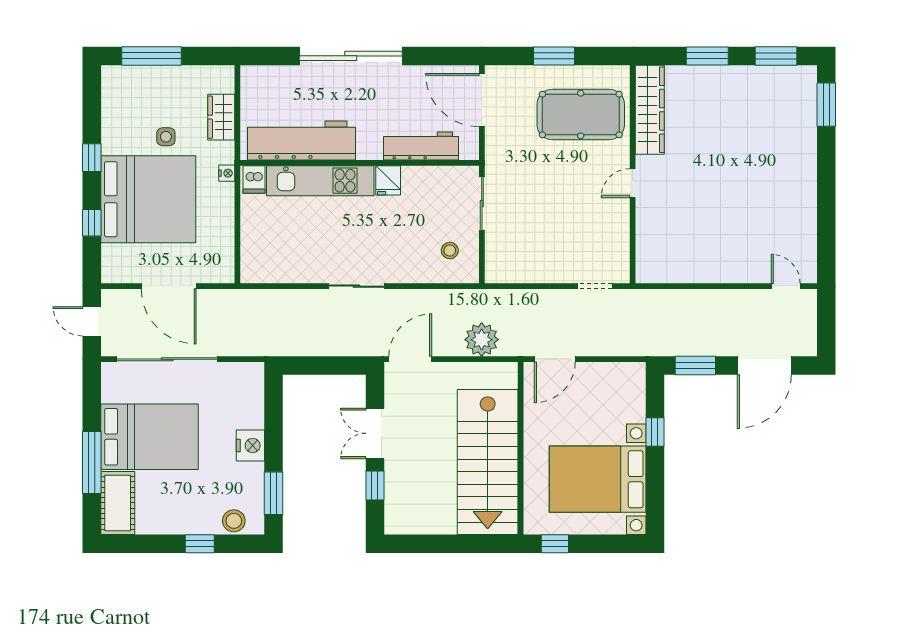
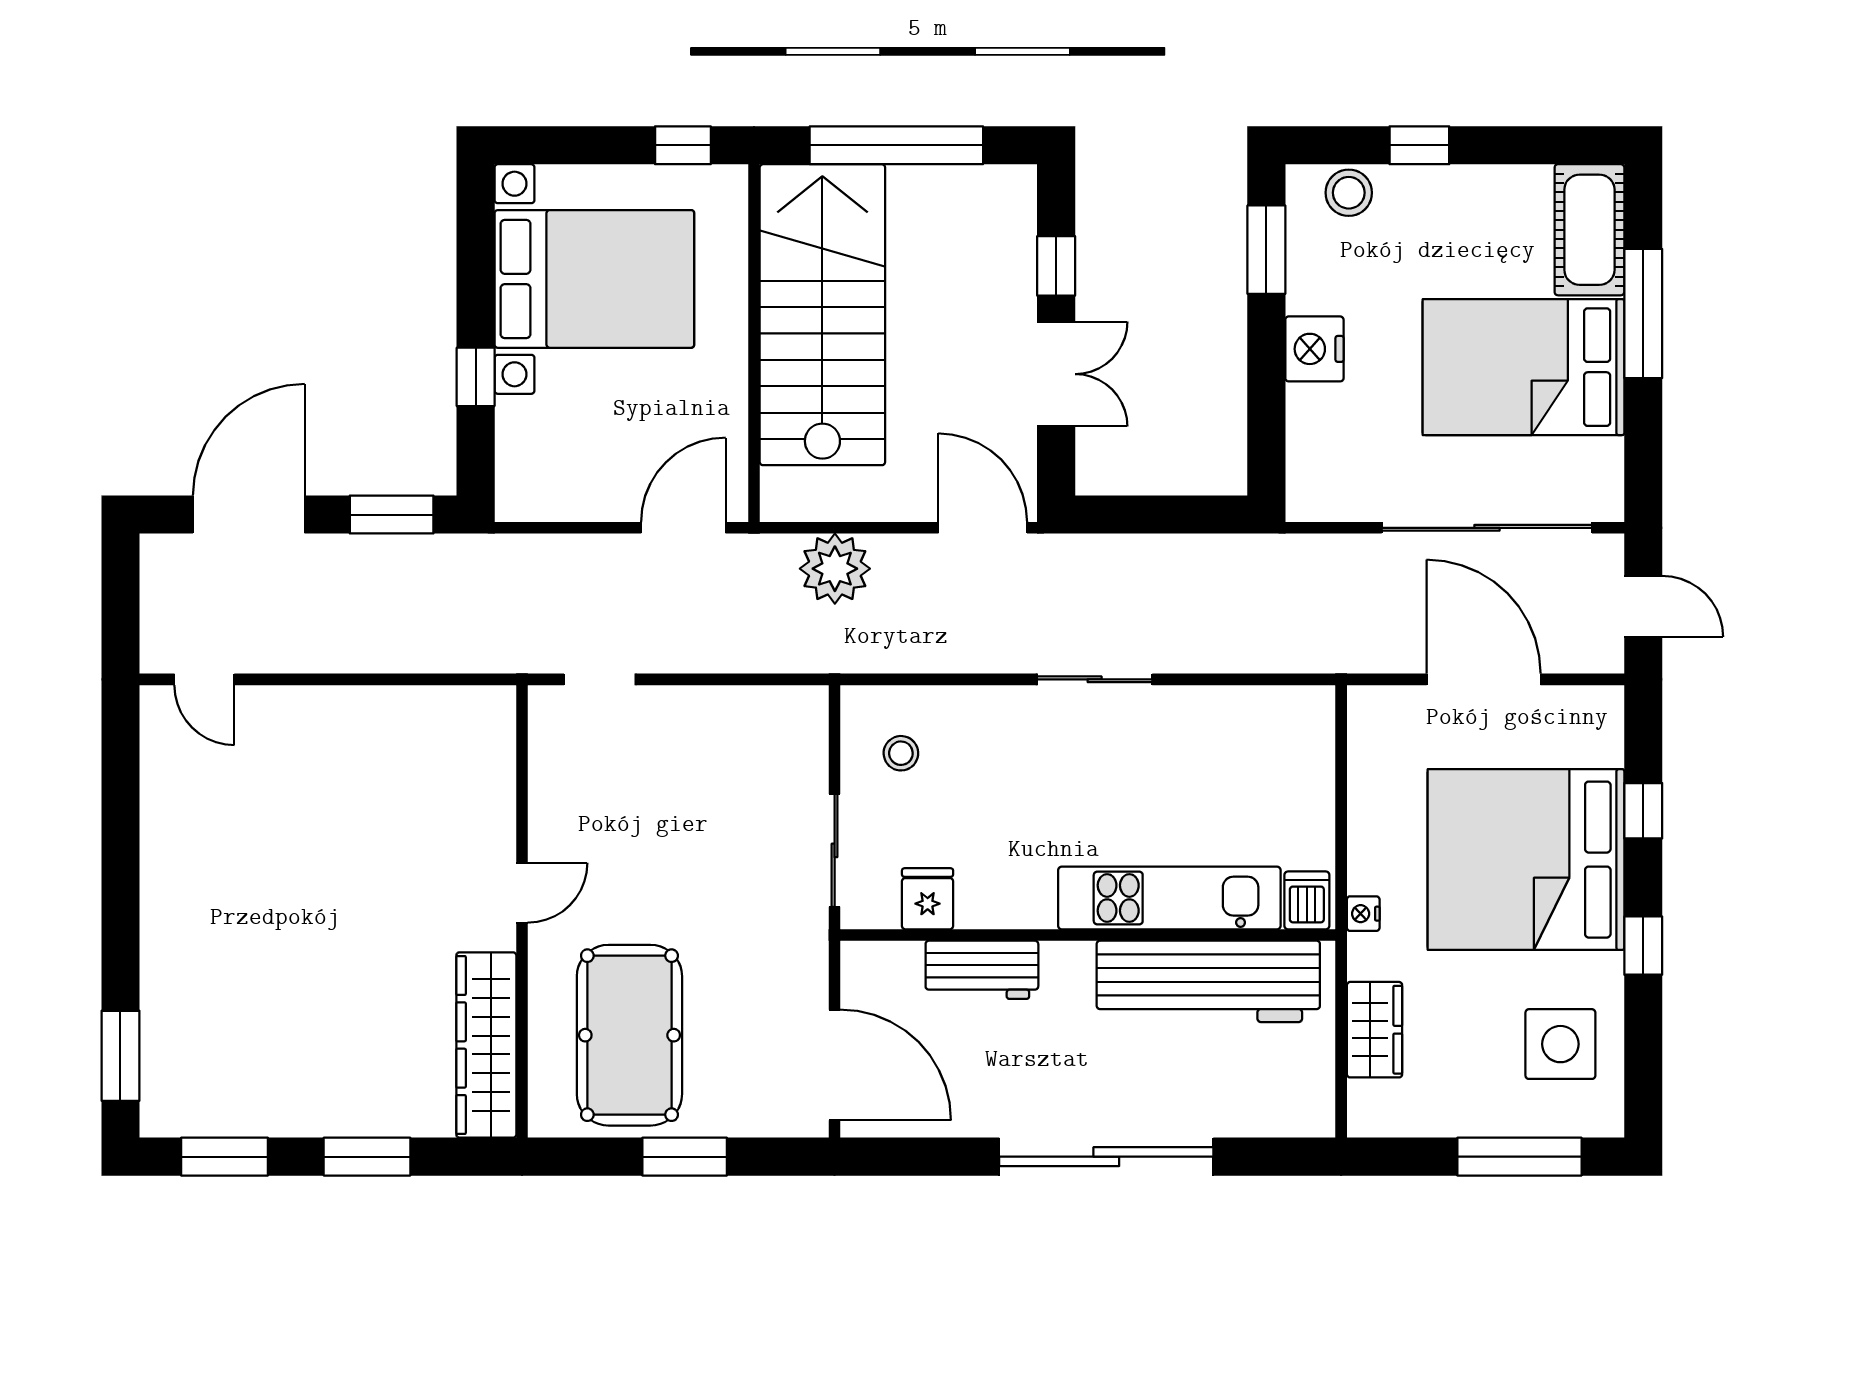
pool table: (581, 114) -> (629, 1035), turned 90
side table: (166, 137) -> (1560, 1044), moved, width x1.87, depth x1.87
workbench: (421, 146) -> (982, 970), width x0.73
fridge: (388, 180) -> (928, 899), moved
door: (410, 359) -> (983, 528), swing flipped
window: (452, 544) -> (896, 145), added

